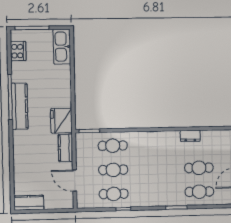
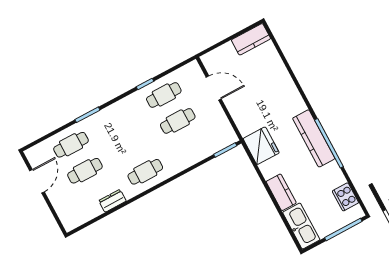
cafe table: (113, 146) -> (145, 172), moved
kitchen counter: (65, 148) -> (281, 192), moved

